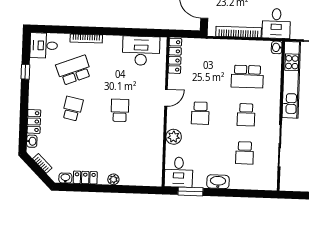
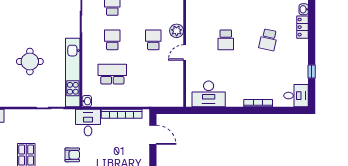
locker: (175, 56) -> (178, 90), removed
school desk: (74, 70) -> (268, 74), removed
plant: (174, 137) -> (177, 31), moved

